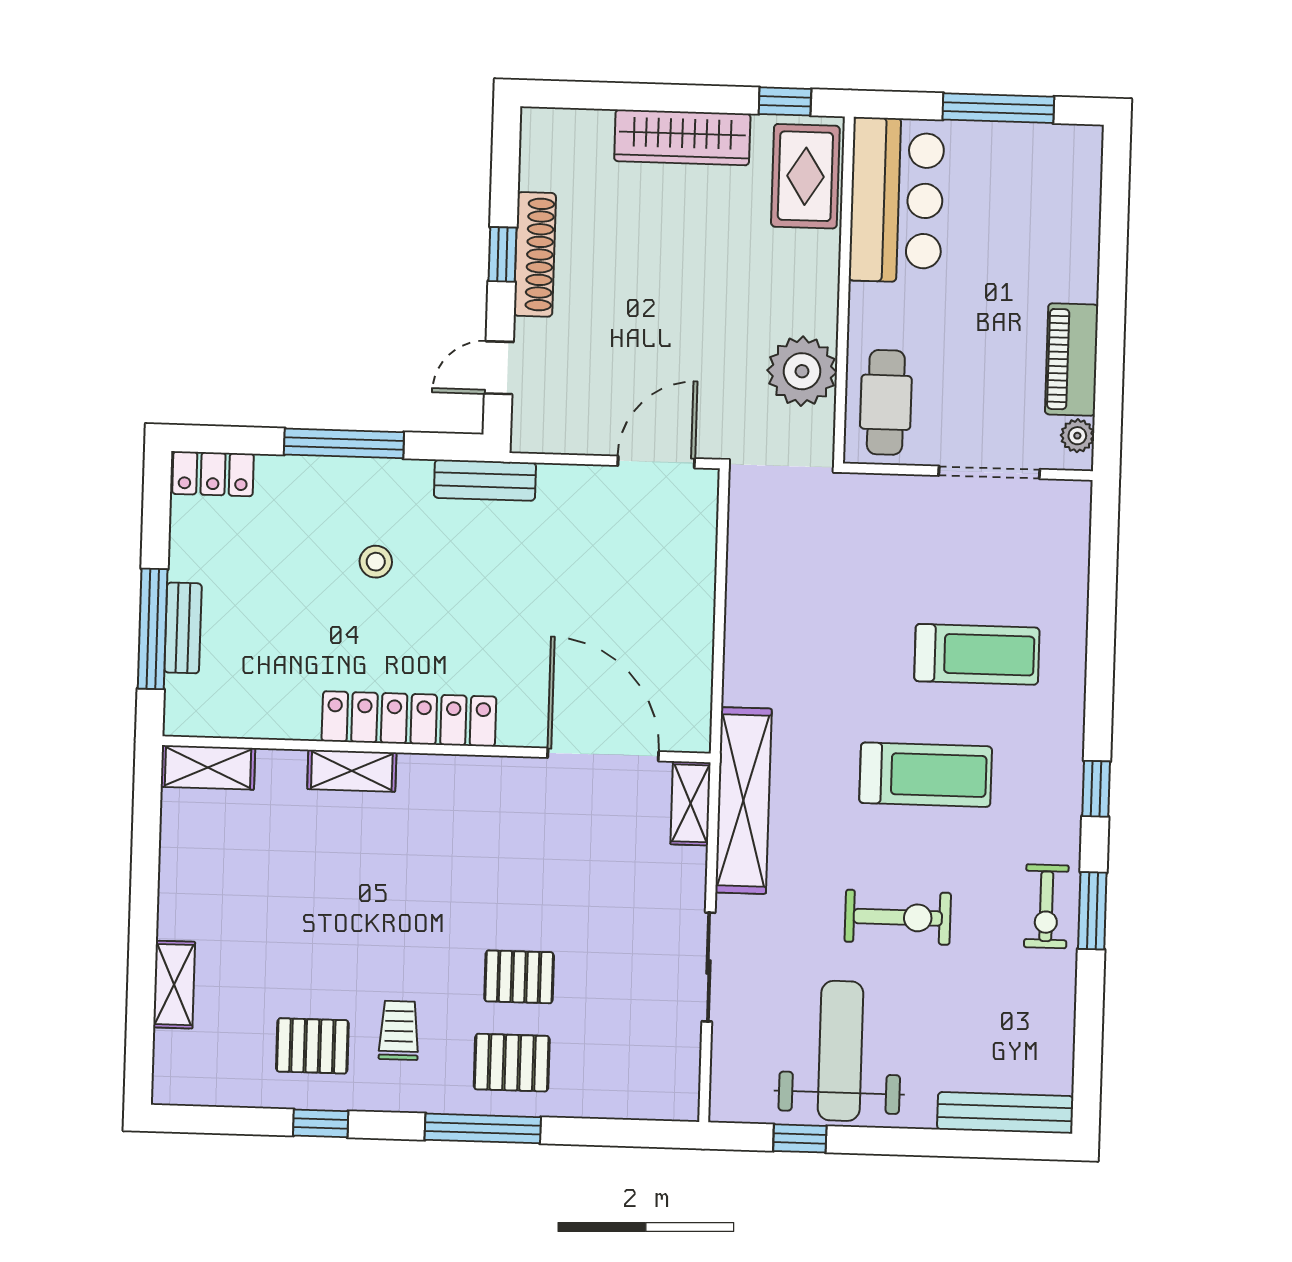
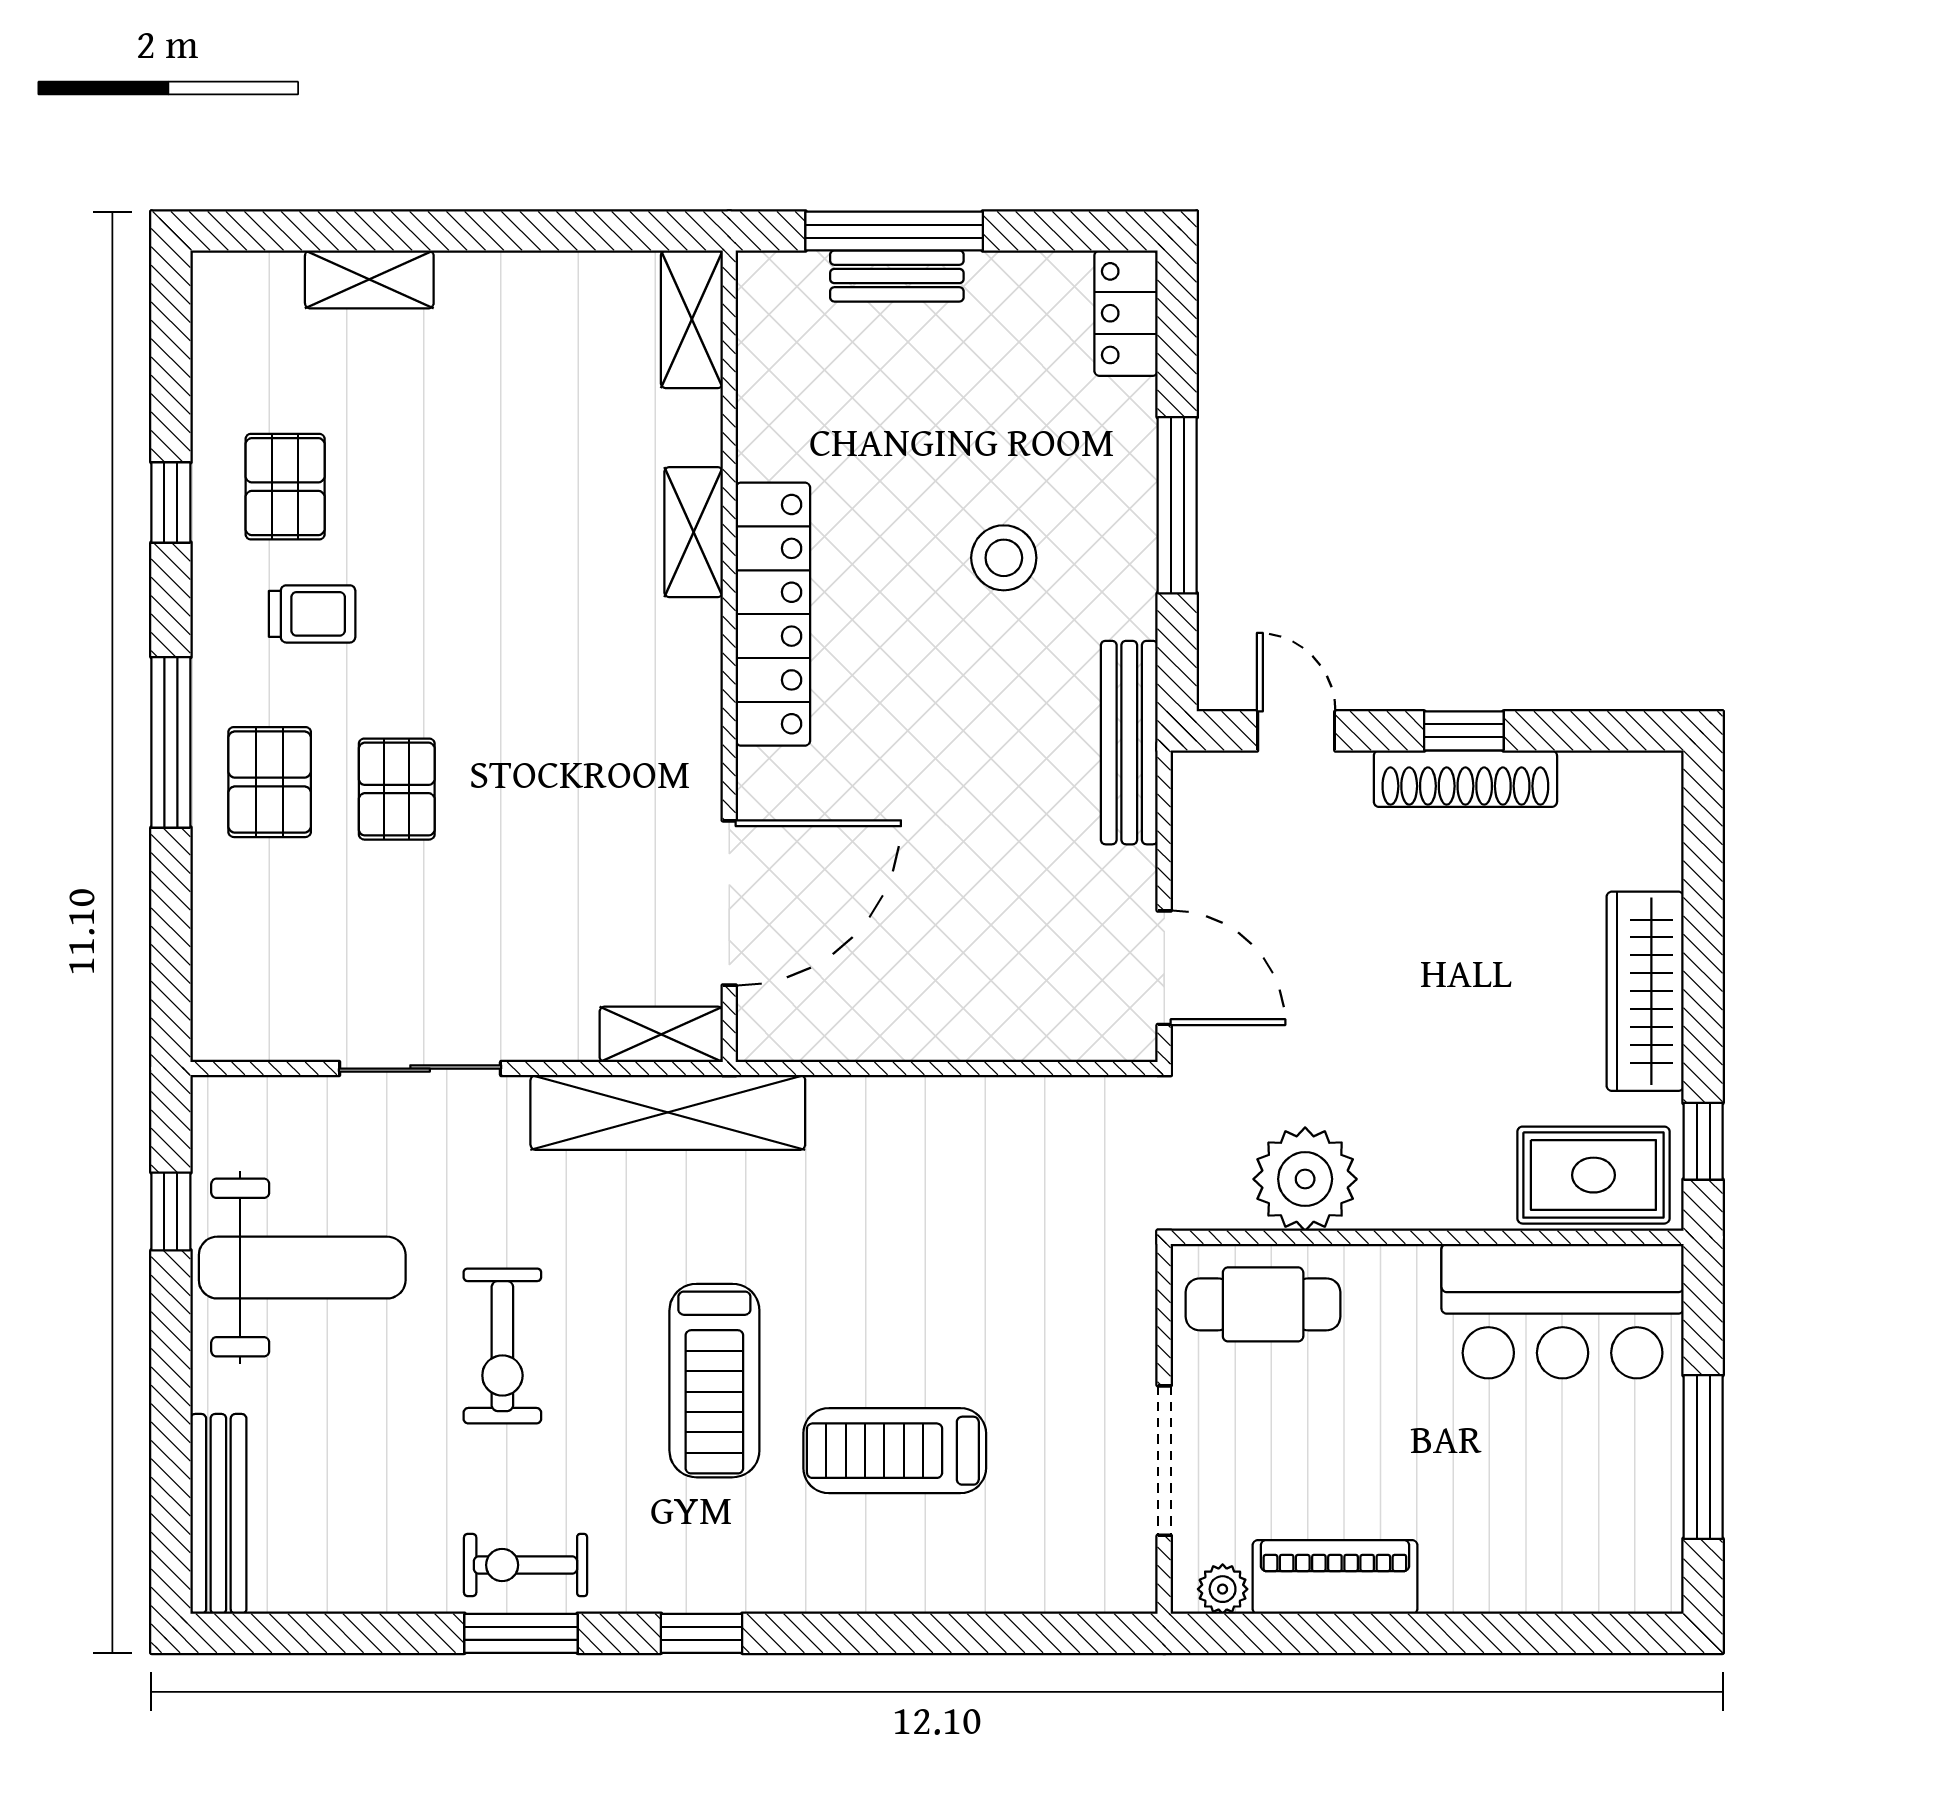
bench: (485, 480) -> (1129, 743), width x1.36
stool: (376, 562) -> (1004, 558), width x1.37, depth x1.37
treadmill: (977, 654) -> (895, 1451), turned 90

